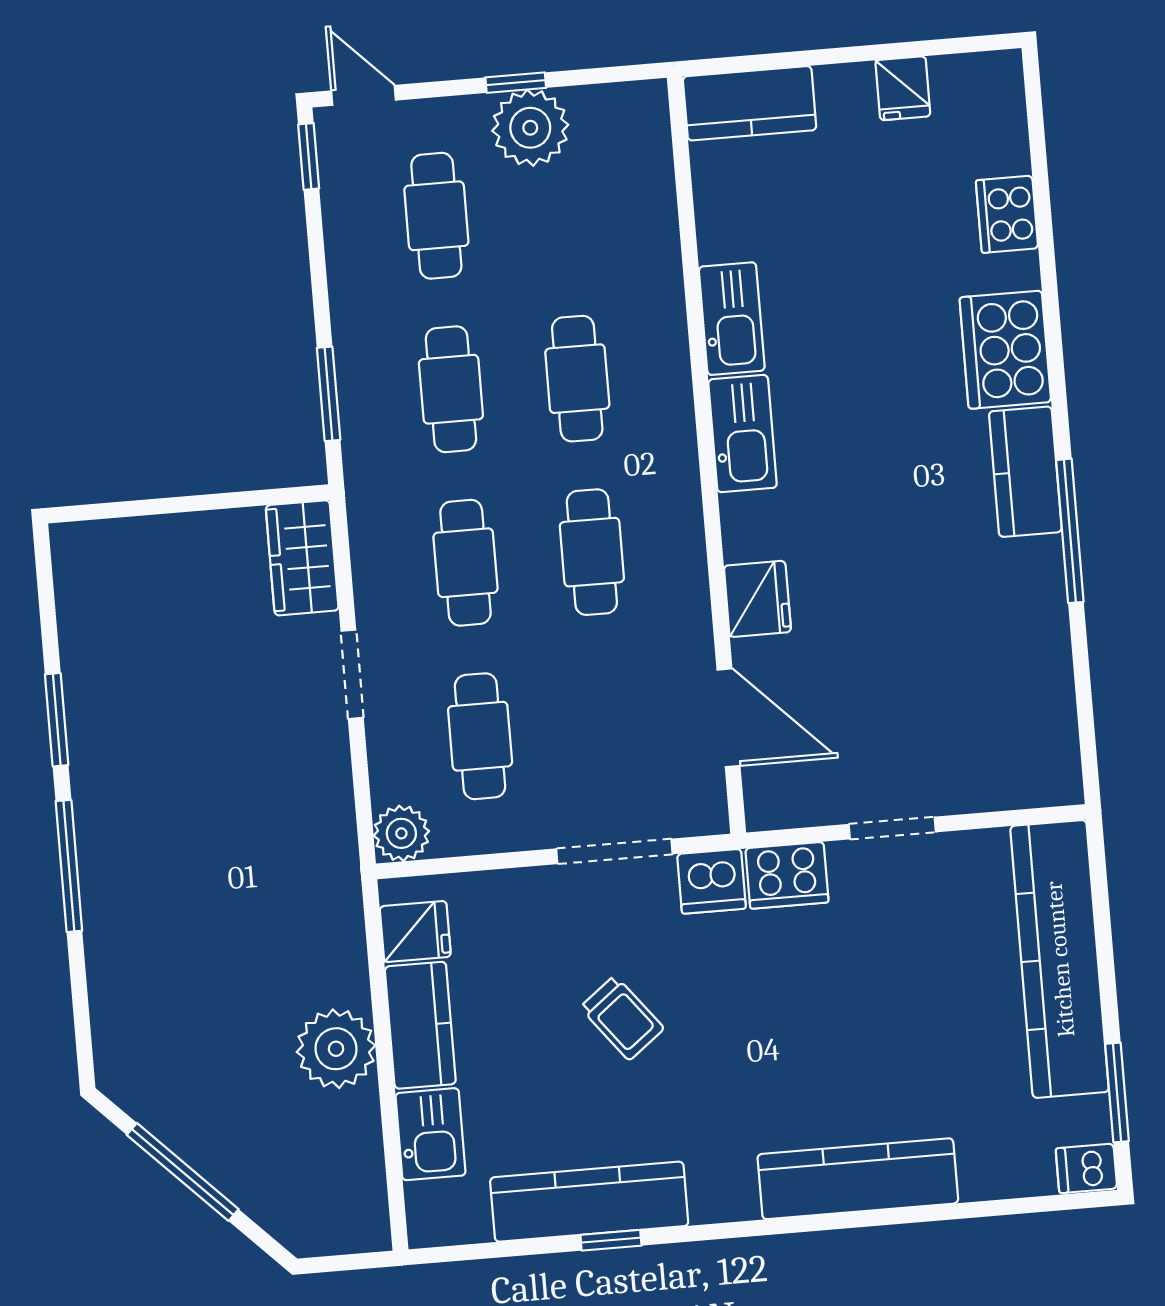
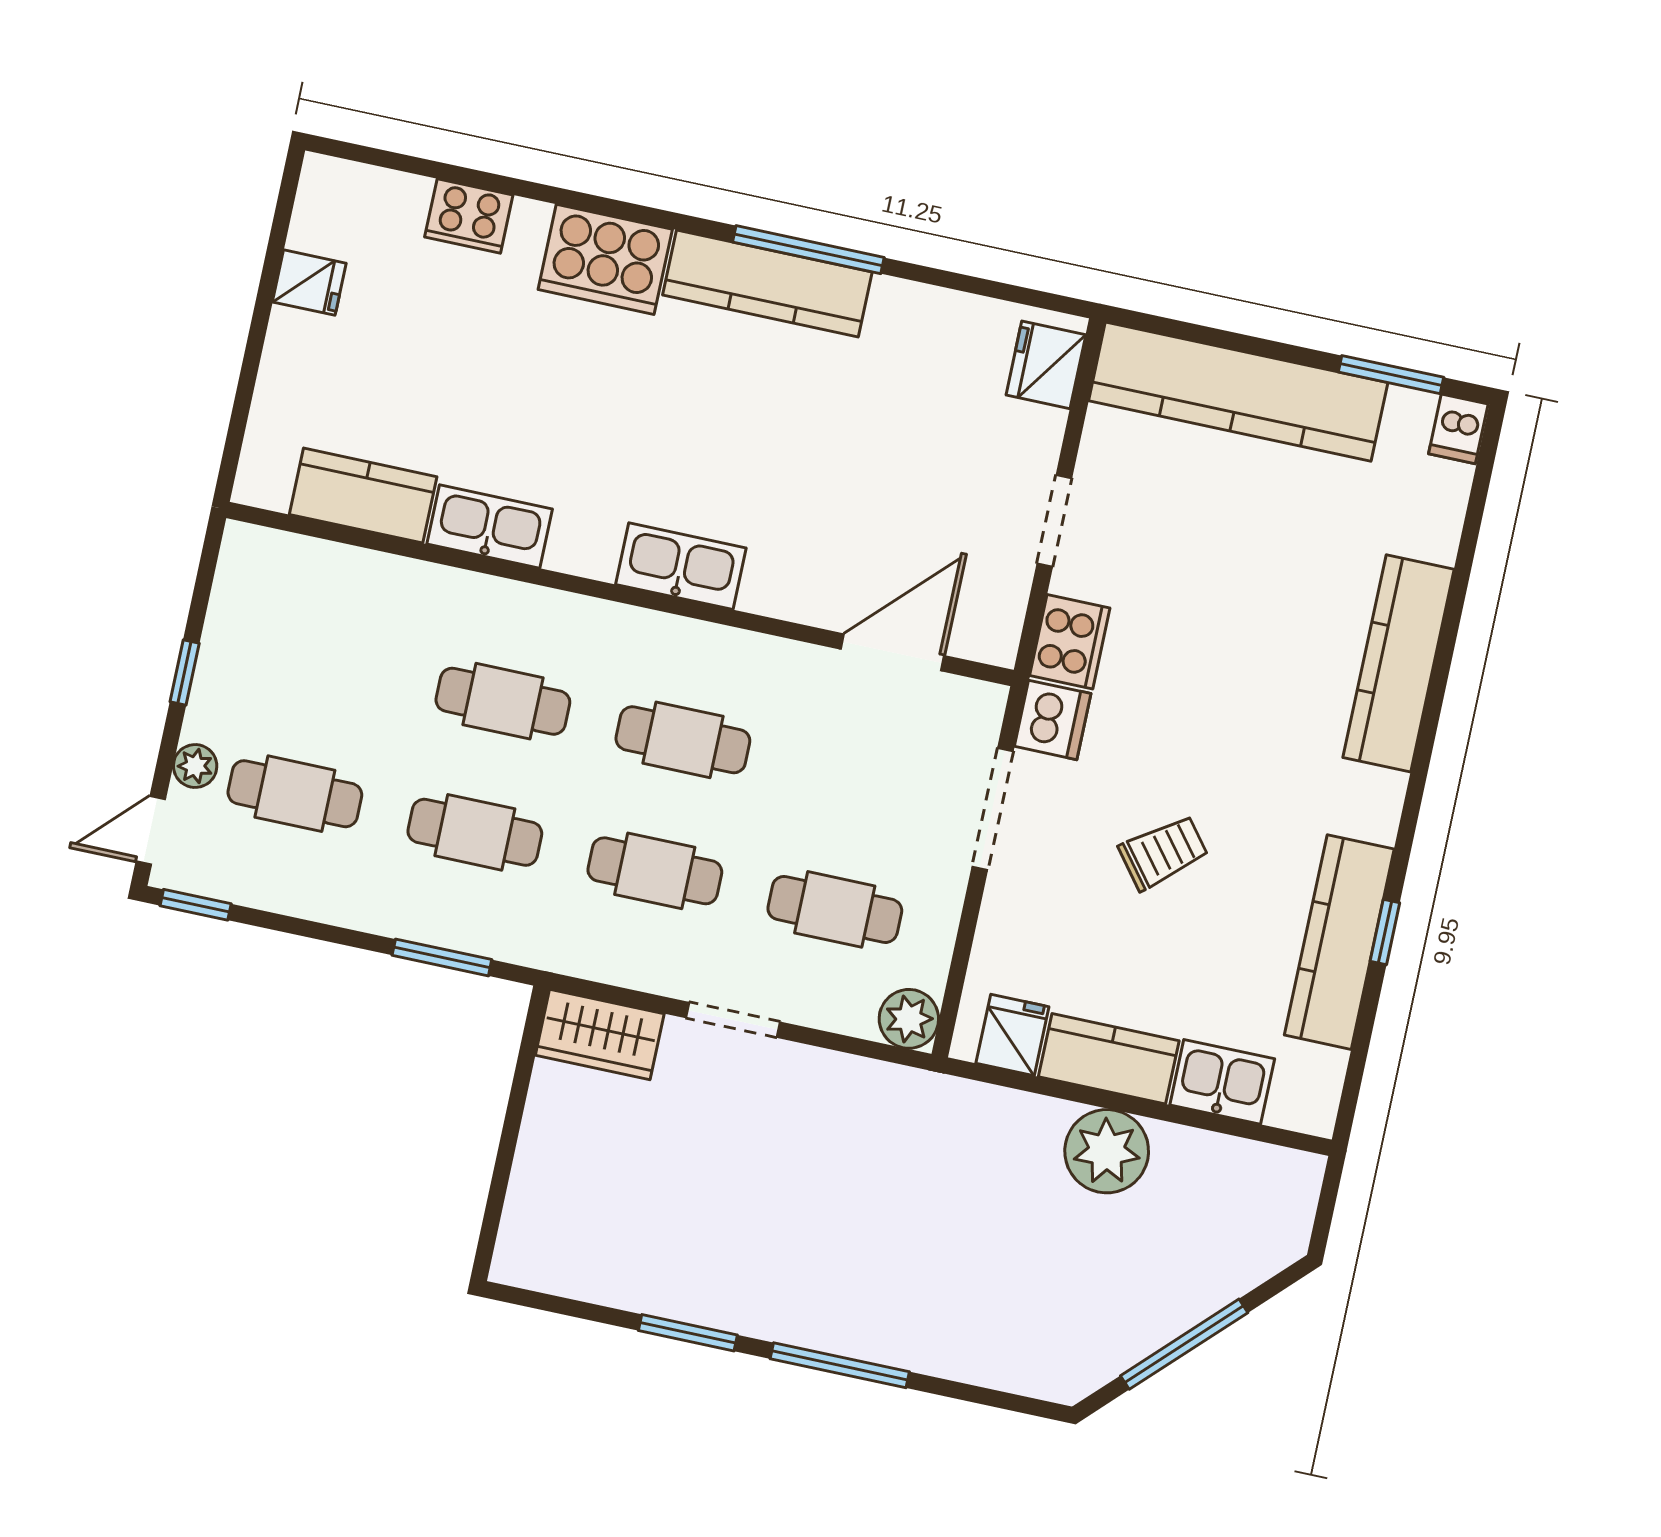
kitchen counter: (750, 103) -> (363, 496), moved, turned -90
plant: (530, 128) -> (195, 766), moved, width x0.53, depth x0.53
kitchen sink: (743, 434) -> (681, 566), moved
kitchen counter: (1025, 472) -> (767, 284), width x1.50
fridge: (757, 599) -> (1046, 365), moved, turned -90

